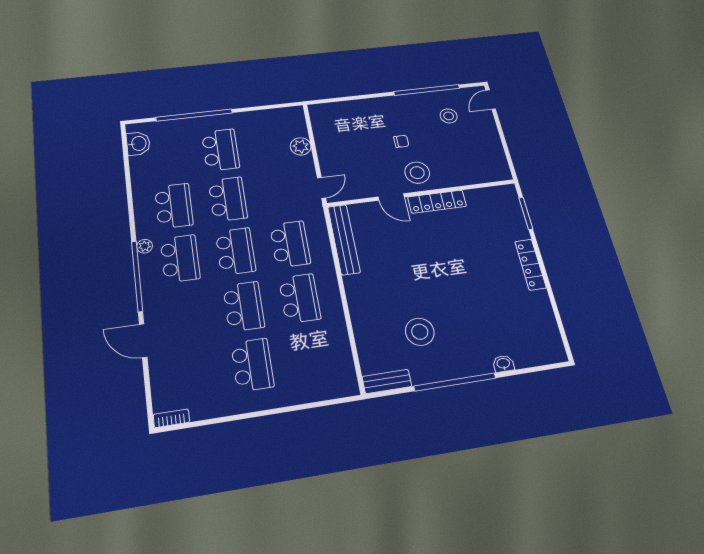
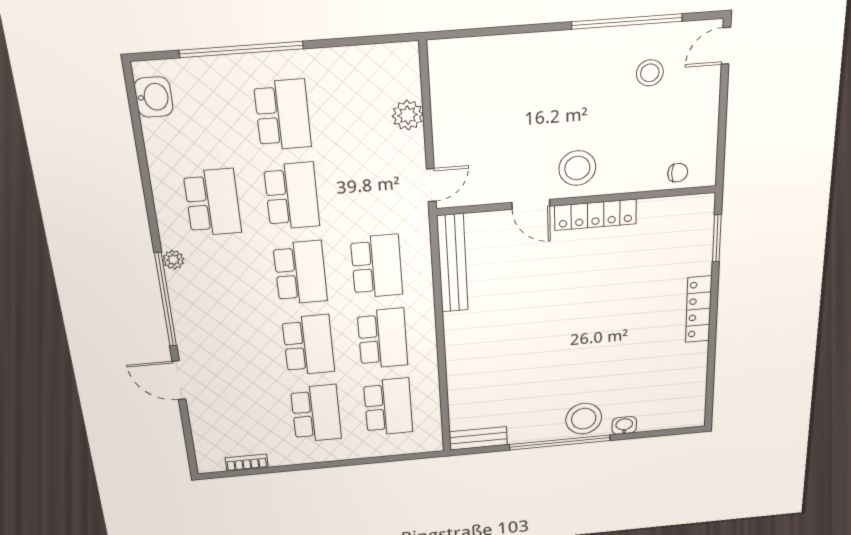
chair: (401, 141) -> (678, 173), moved
school desk: (180, 259) -> (388, 407), moved
stool: (420, 332) -> (584, 419), moved
bookcase: (171, 418) -> (247, 463), moved

